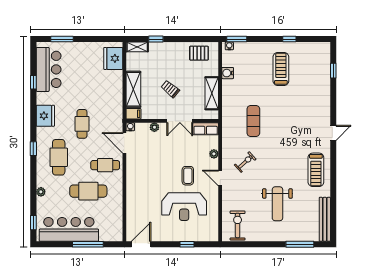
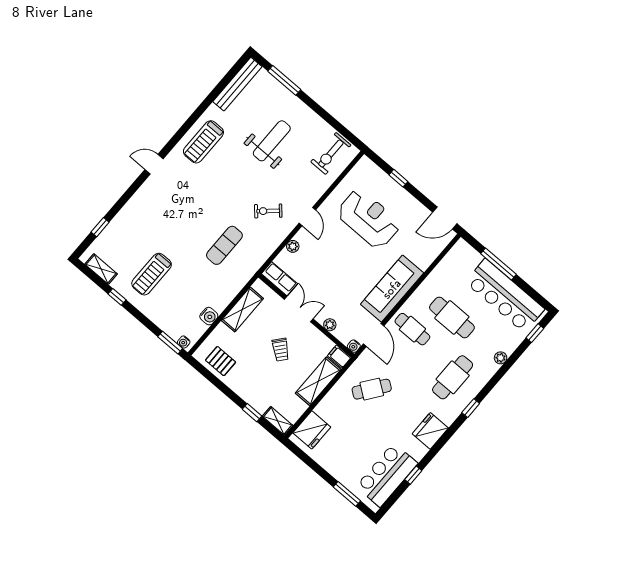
shelving: (312, 47) -> (101, 269), added
cafe table: (82, 124) -> (372, 389), moved, turned 36
treadmill: (316, 170) -> (203, 142), turned 180
coffee table: (188, 176) -> (338, 247), removed
sofa: (137, 178) -> (392, 289), added

